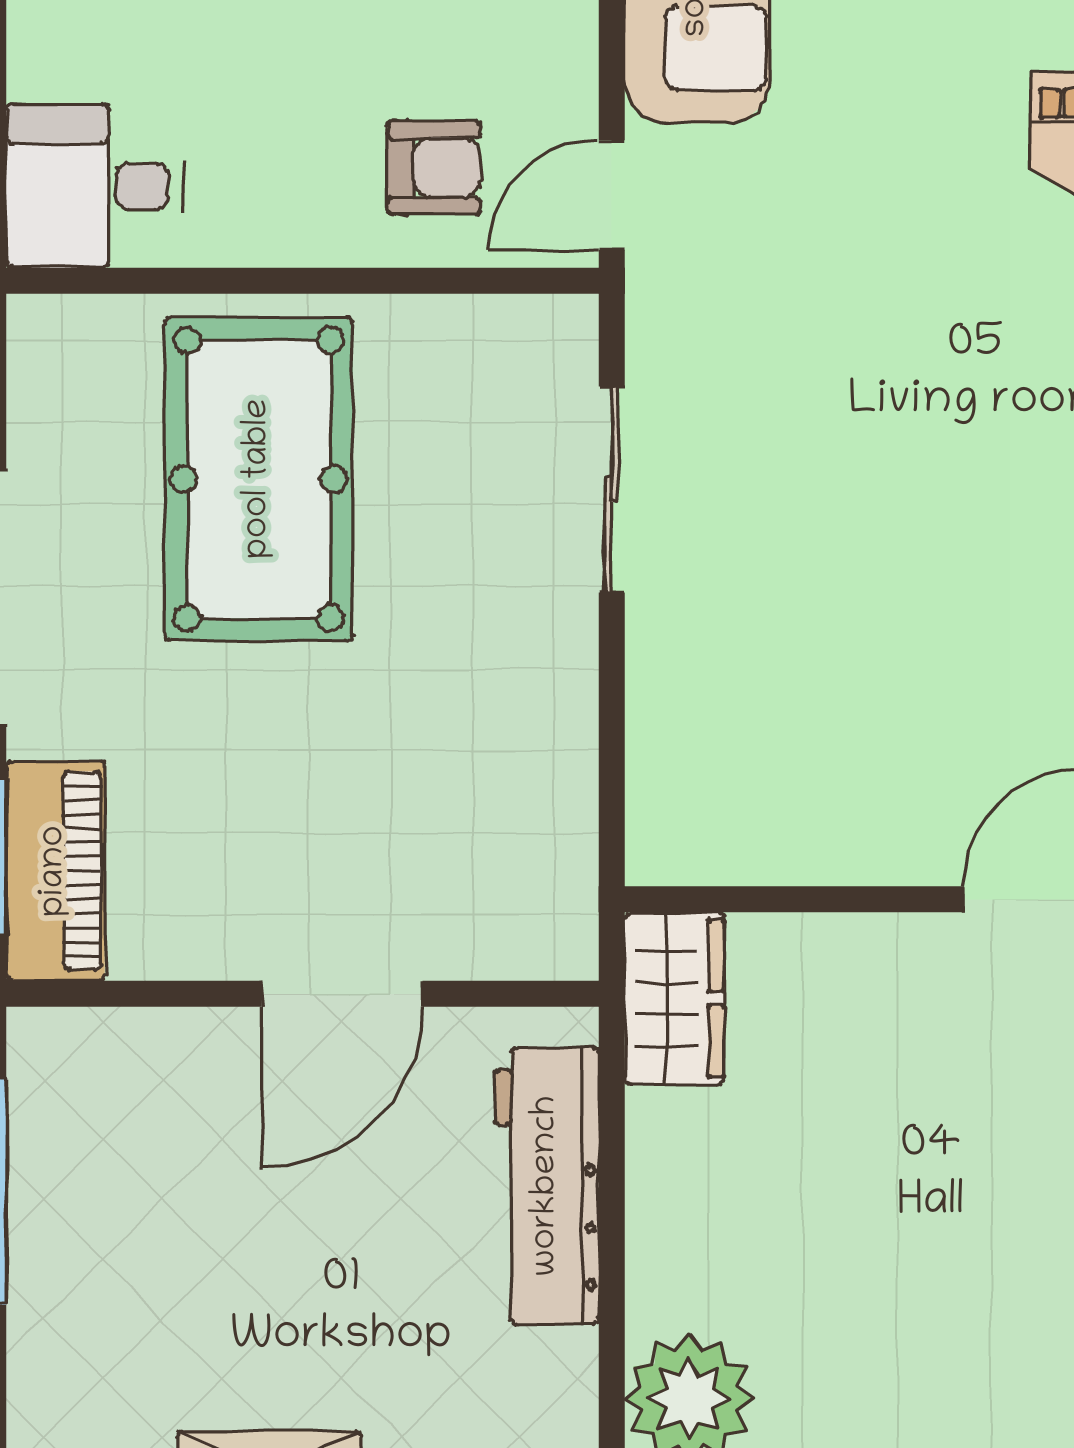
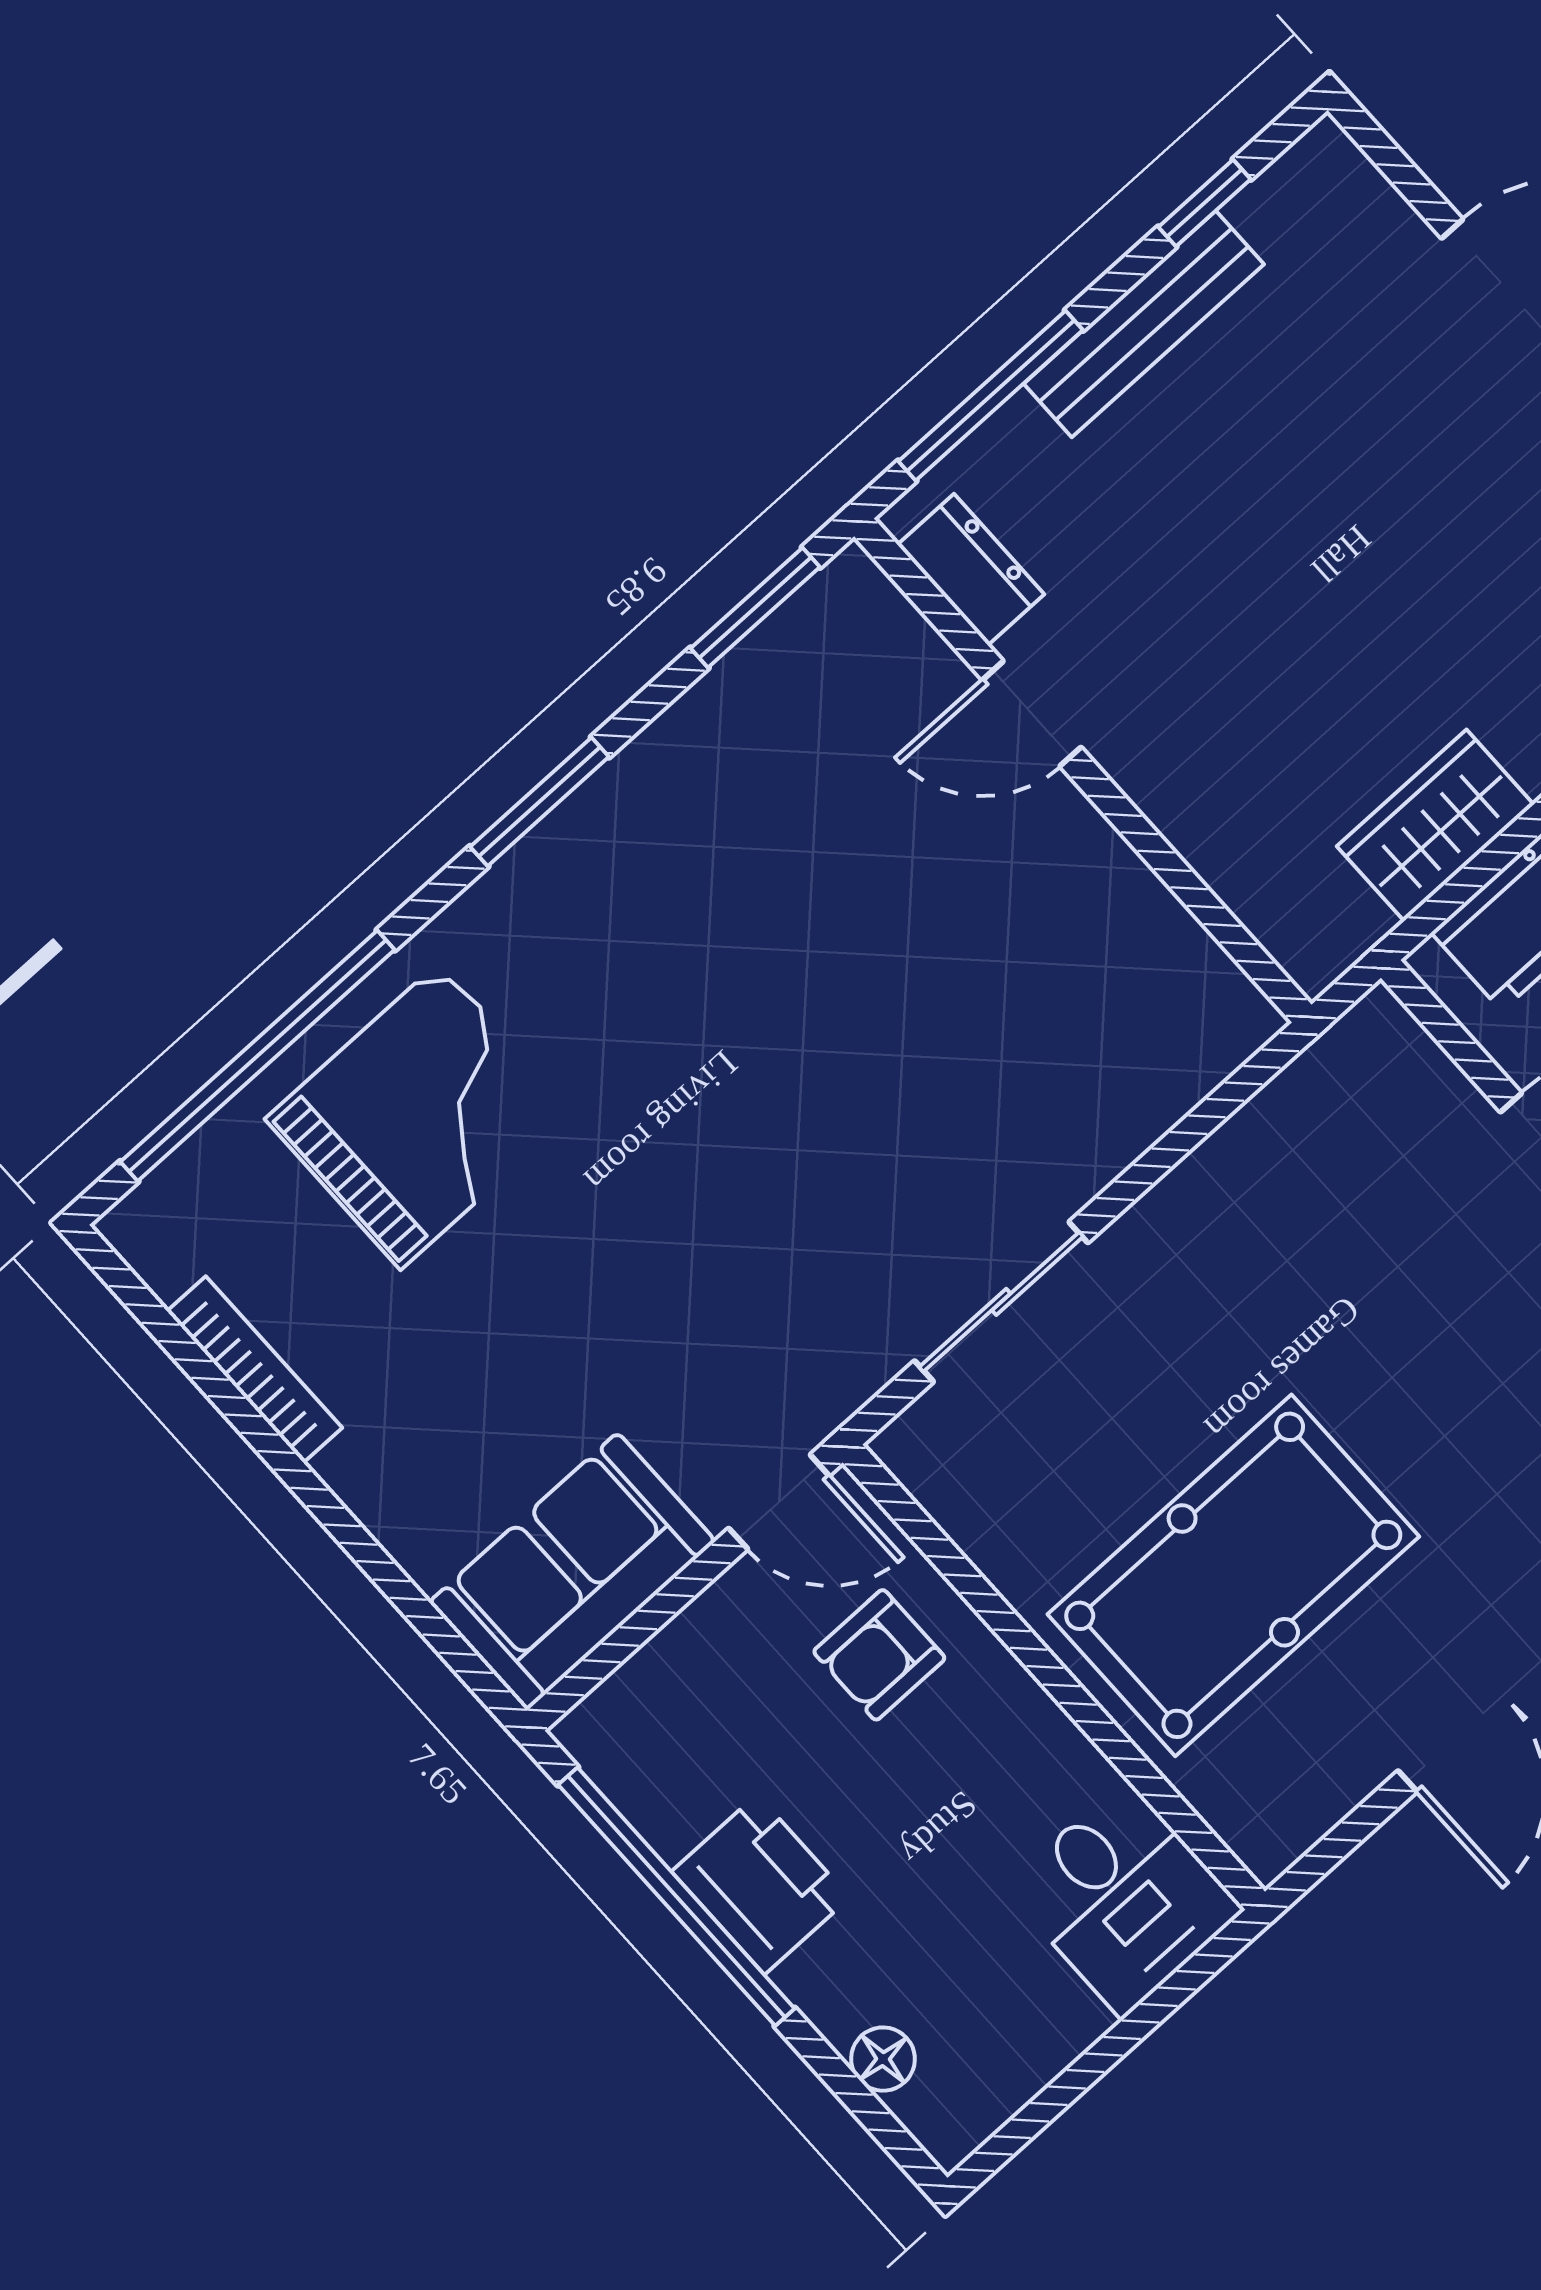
armchair: (434, 168) -> (879, 1655), turned -90
wardrobe: (674, 999) -> (1435, 825), moved

